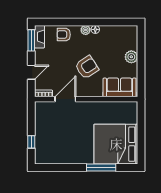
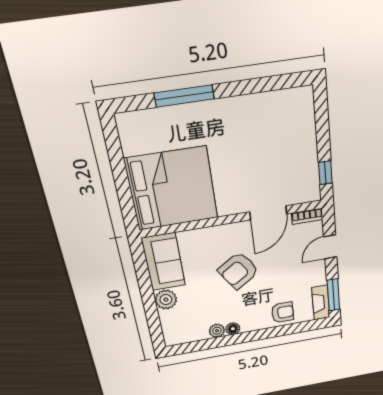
plant: (86, 30) -> (217, 331), moved
sofa: (120, 87) -> (164, 262), moved, turned -90
window: (31, 142) -> (325, 173), moved
bed: (116, 144) -> (172, 189), moved

